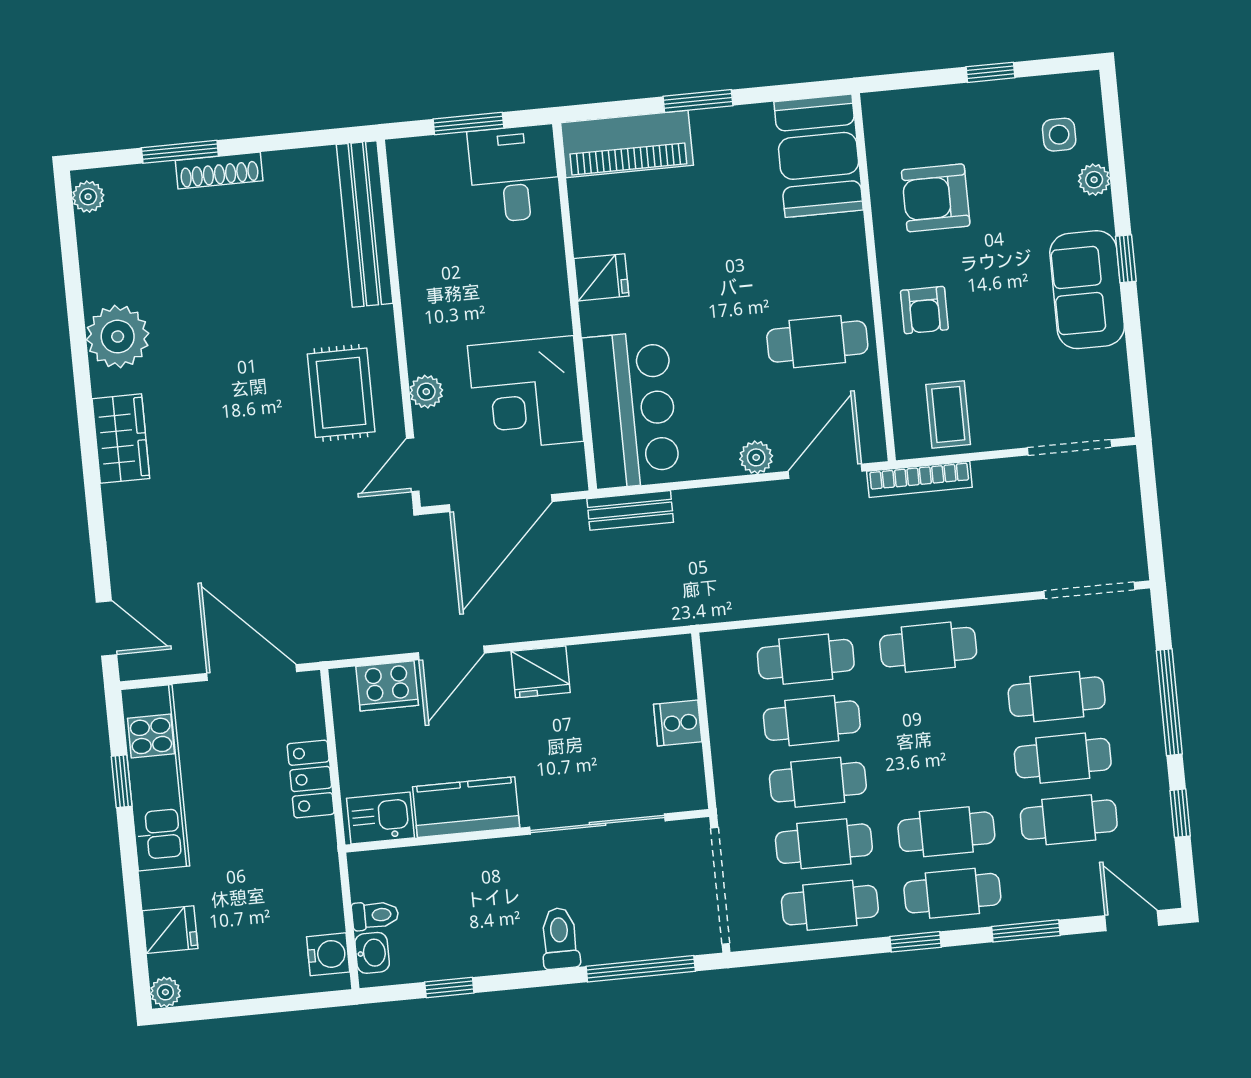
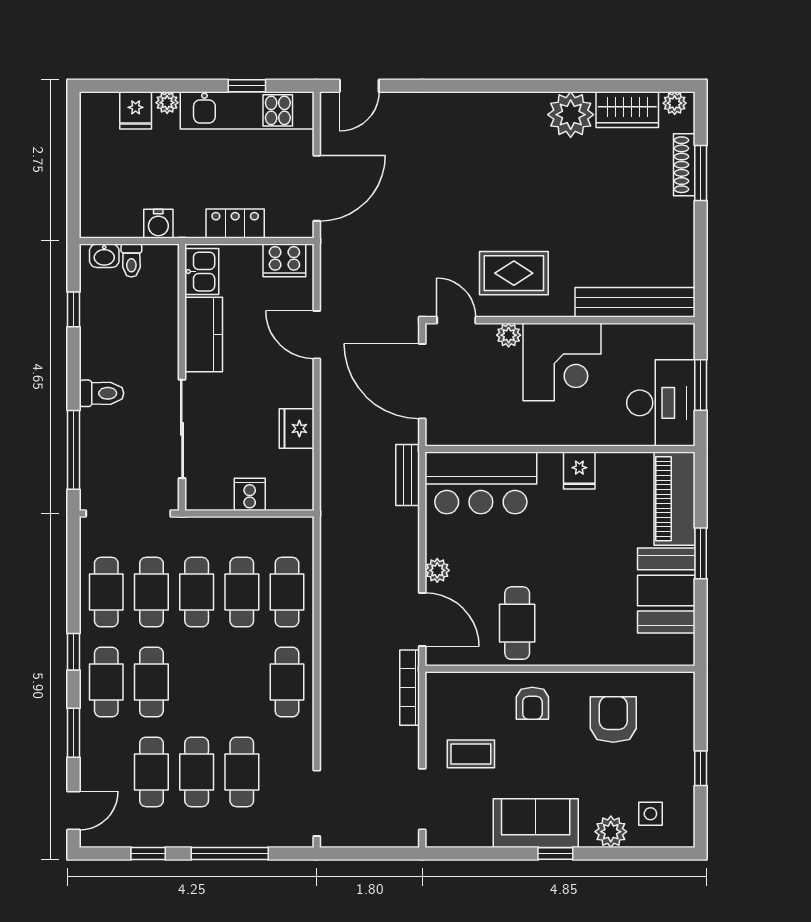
booth: (819, 156) -> (666, 590), moved, turned 90
shoe rack: (219, 171) -> (684, 165), moved
desk: (514, 174) -> (661, 403), width x1.37
plant: (1094, 180) -> (611, 832), width x1.38, depth x1.38
armchair: (924, 310) -> (532, 703), turned -90
corner desk: (526, 393) -> (562, 362), moved, turned 180
coffee table: (948, 414) -> (471, 754), moved
wardrobe: (121, 439) -> (627, 110), moved
fridge: (541, 672) -> (297, 428), moved
cooker: (387, 686) -> (284, 260), moved, turned -90
water cooler: (328, 954) -> (158, 224), moved
plant: (165, 992) -> (167, 103), moved

